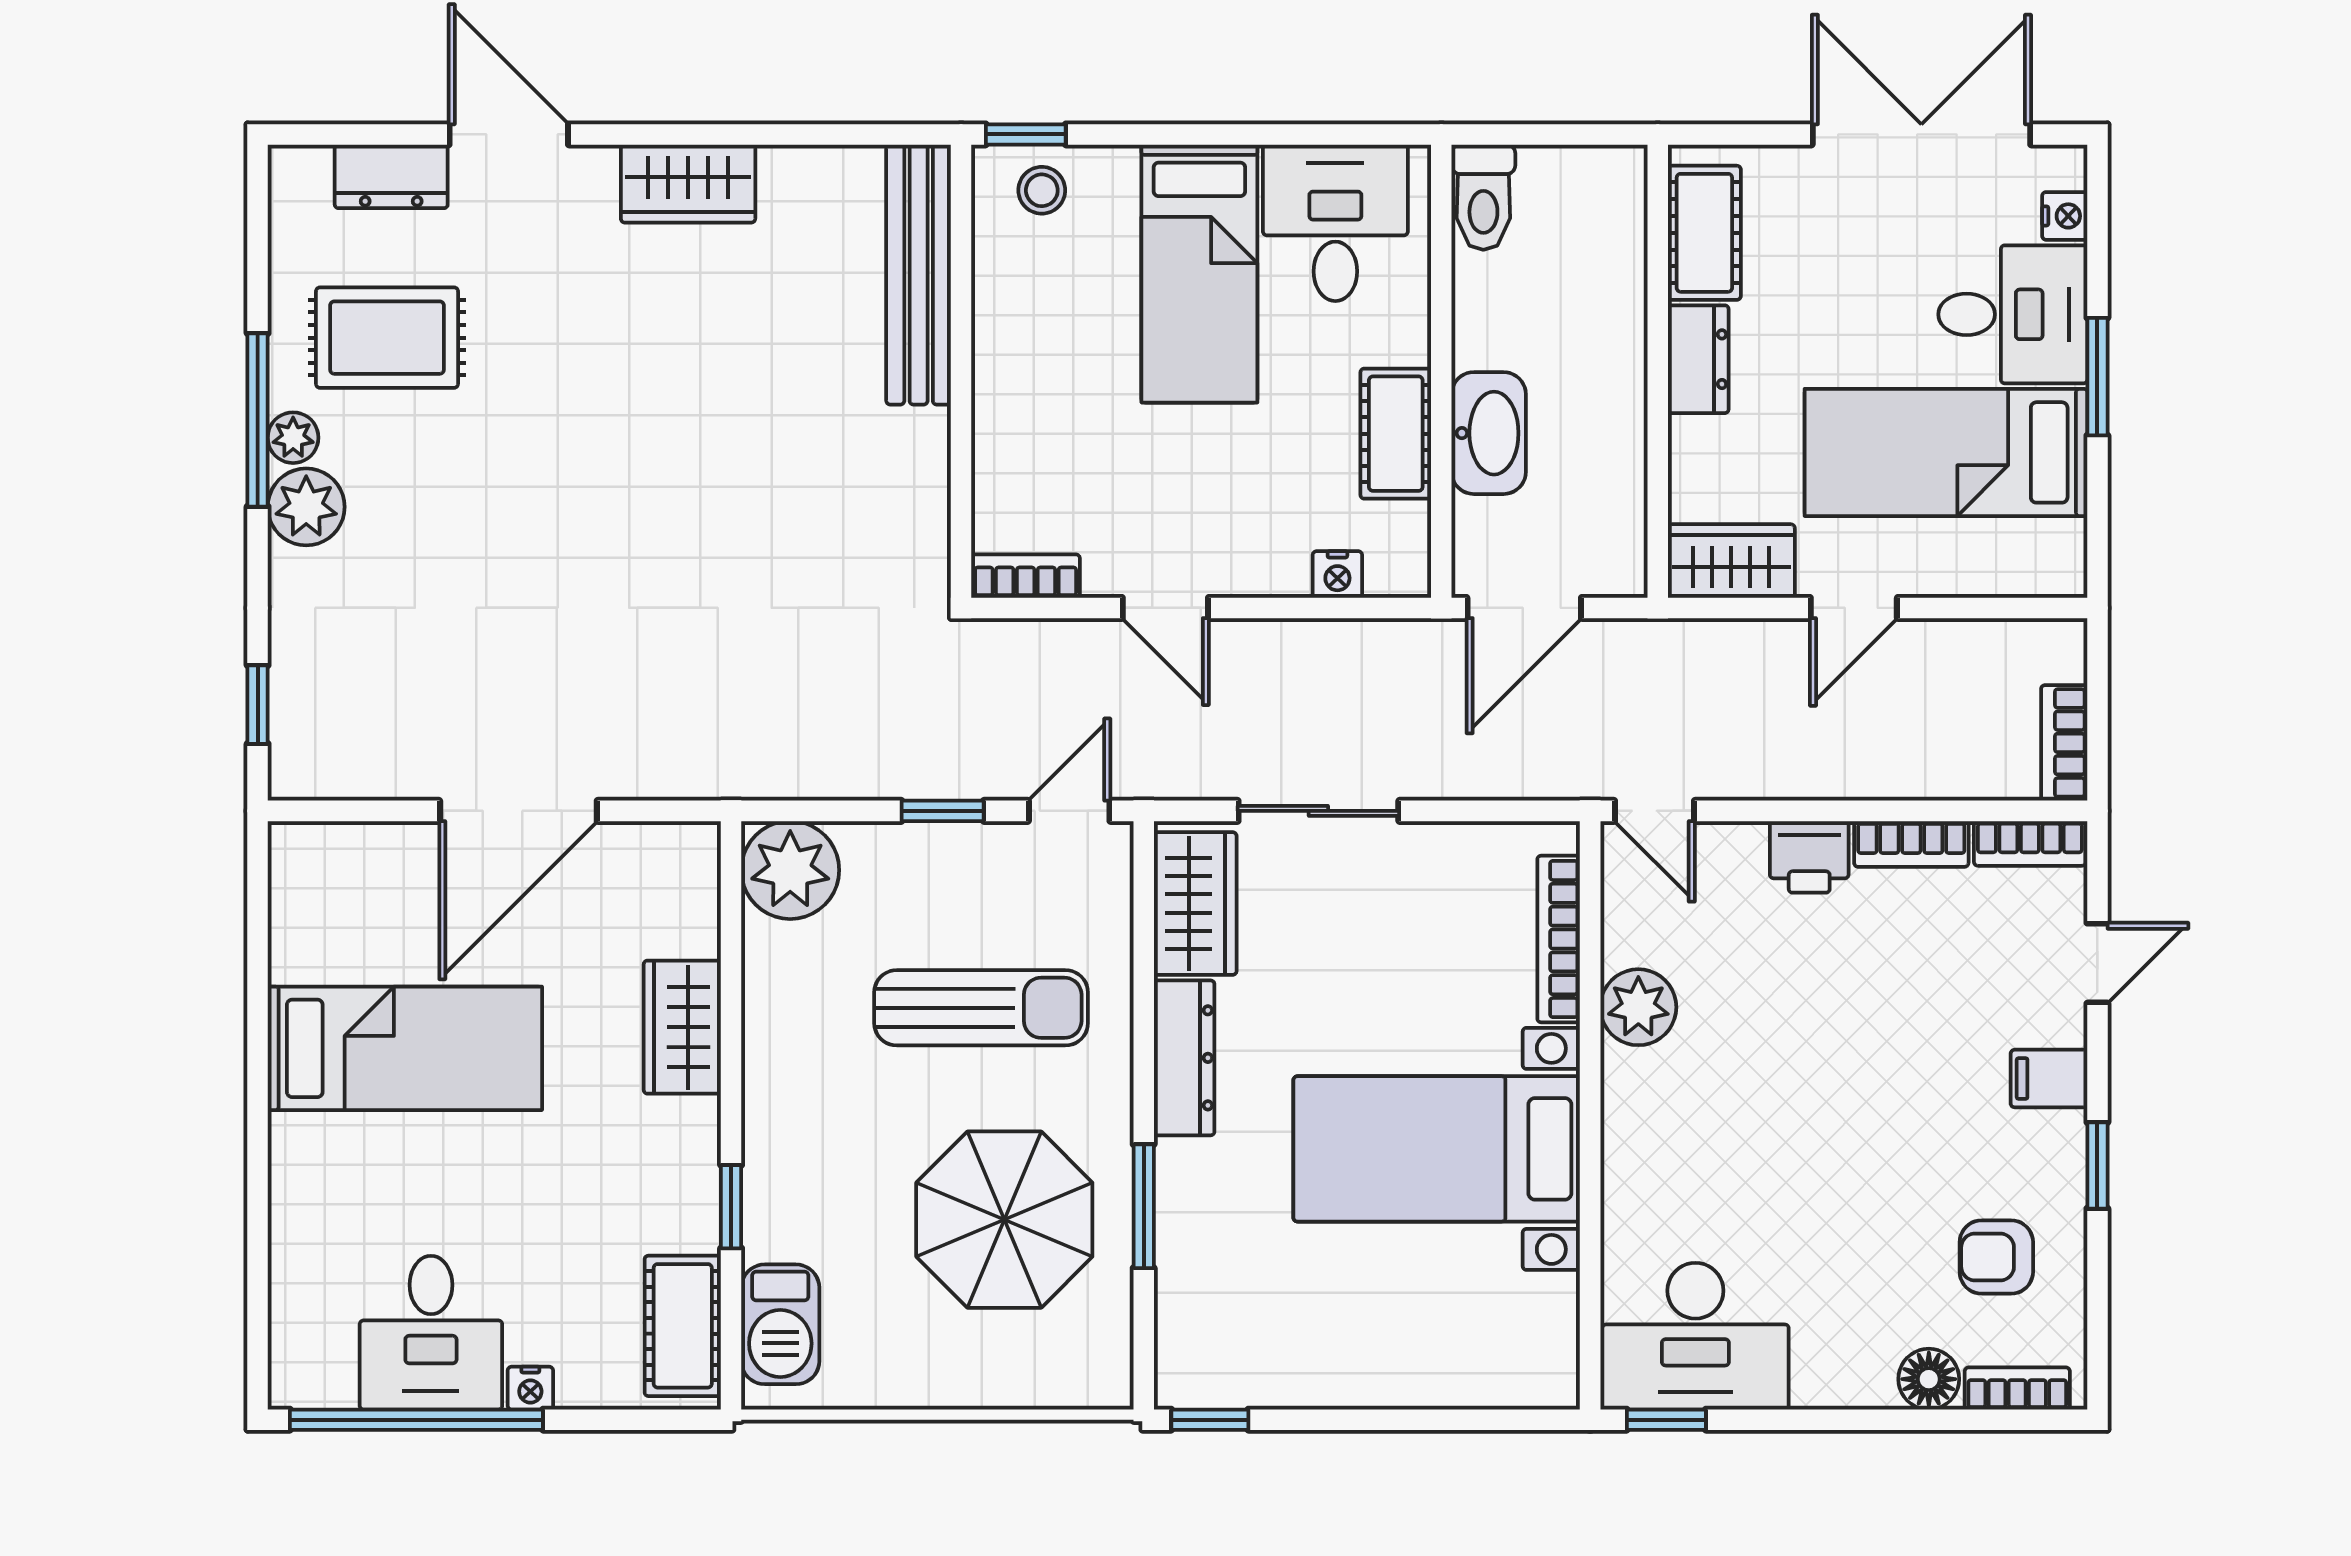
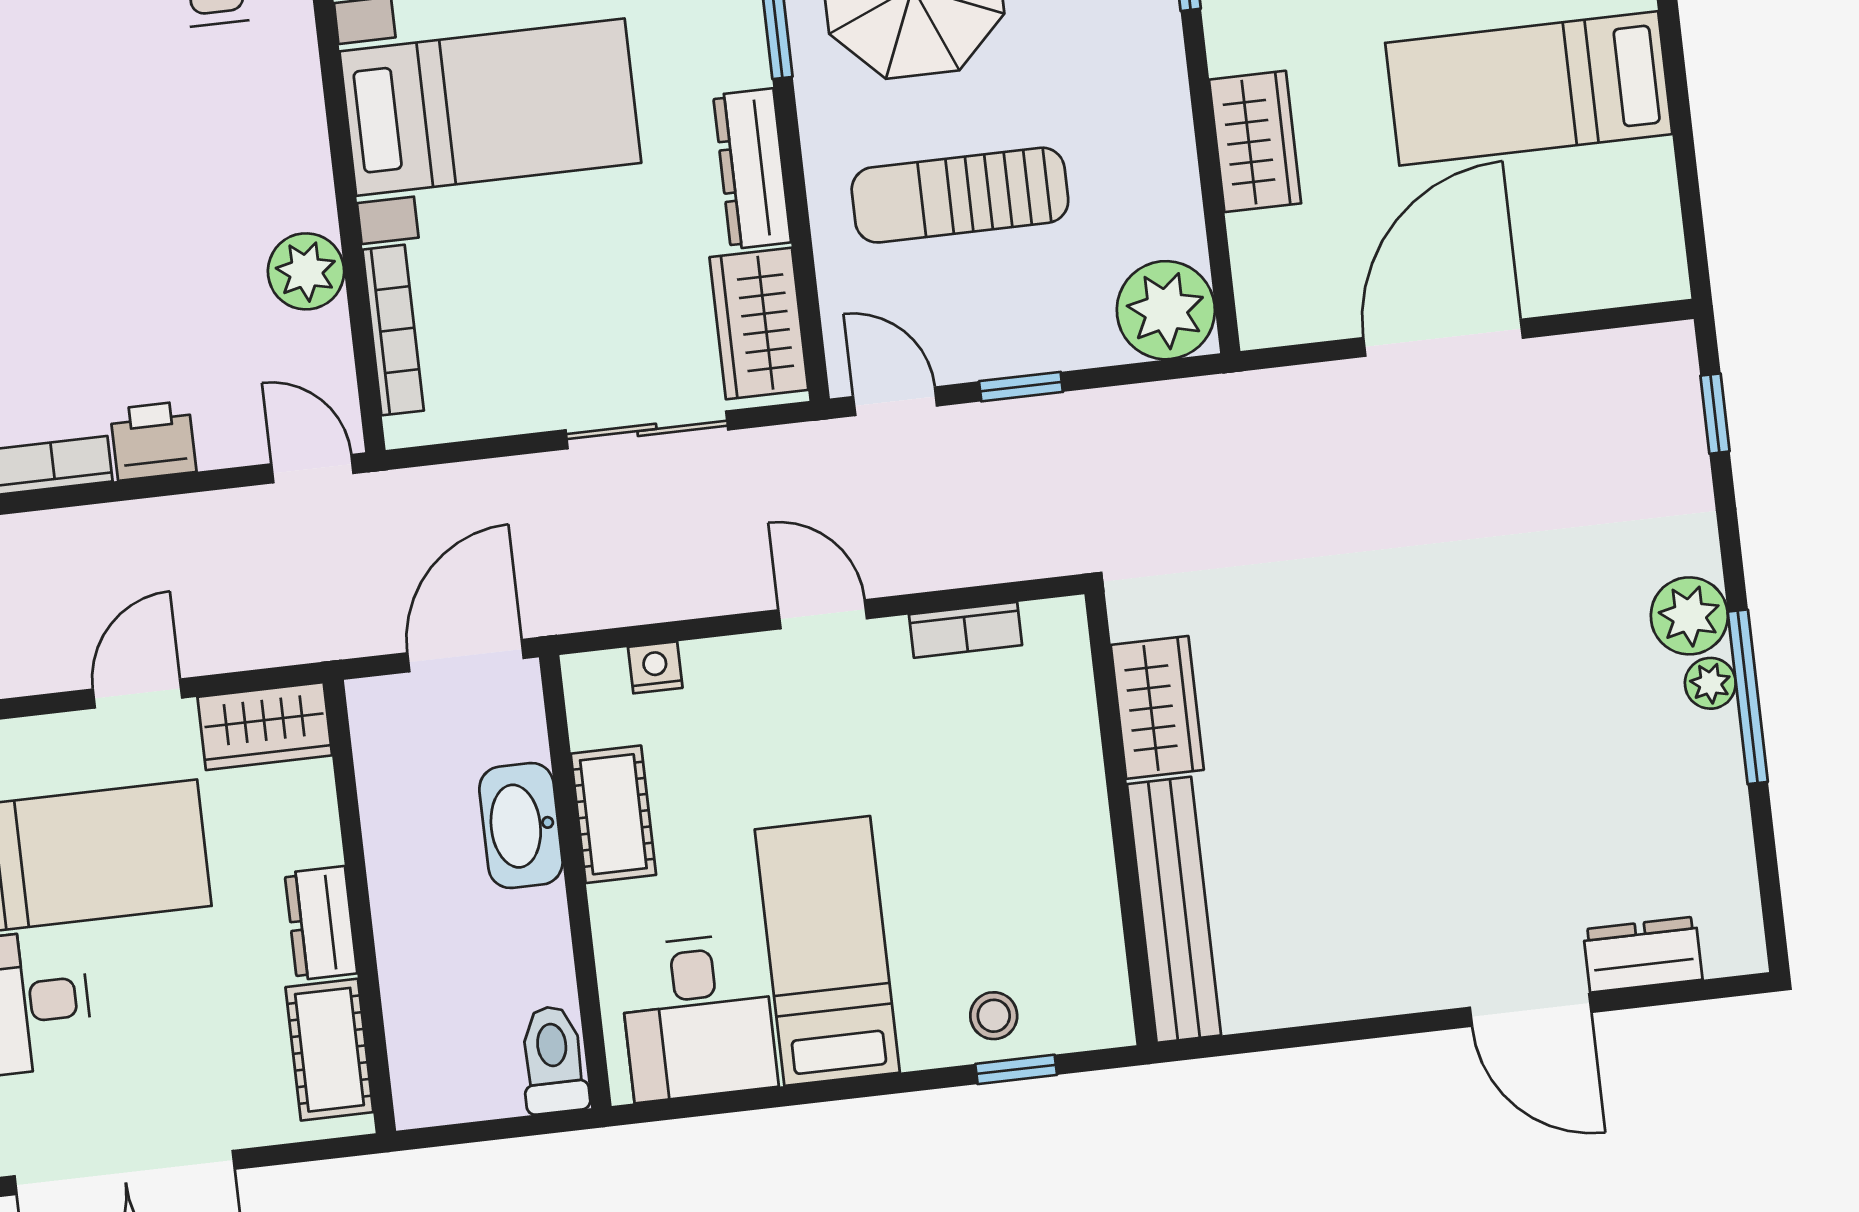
wardrobe: (688, 184) -> (1157, 707), moved, turned 90
bench: (919, 275) -> (1174, 910), moved
rug: (387, 338) -> (1628, 794), removed
wall: (961, 371) -> (1121, 819), moved
door: (1069, 811) -> (895, 401), swing flipped

